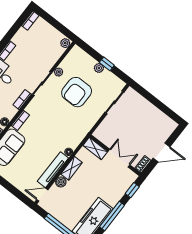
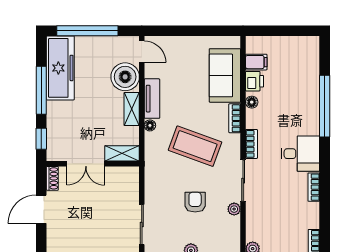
armchair: (77, 92) -> (195, 202), width x0.53, depth x0.53
coffee table: (53, 122) -> (195, 146), added
tv unit: (53, 170) -> (152, 99), width x0.71
boiler: (61, 182) -> (125, 77), width x1.86, depth x1.86
door: (42, 195) -> (142, 52), hinge flipped

